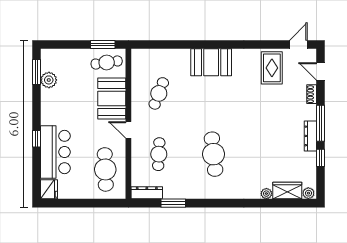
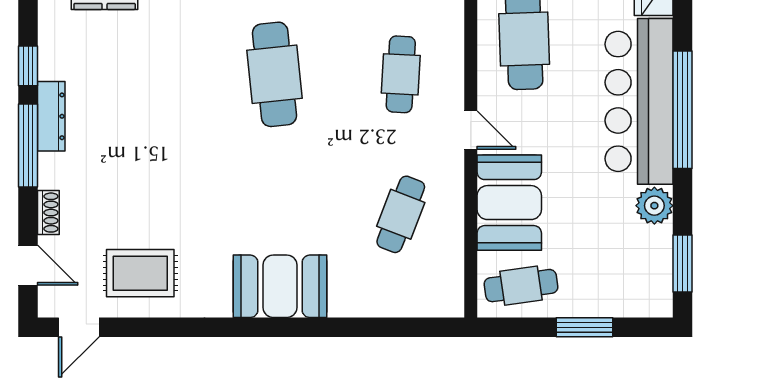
window: (103, 44) -> (584, 327), moved
rug: (272, 68) -> (140, 273), turned 90
plant: (49, 80) -> (654, 206), moved
window: (37, 139) -> (683, 110), width x3.17
bar counter: (55, 152) -> (639, 101), width x1.36

